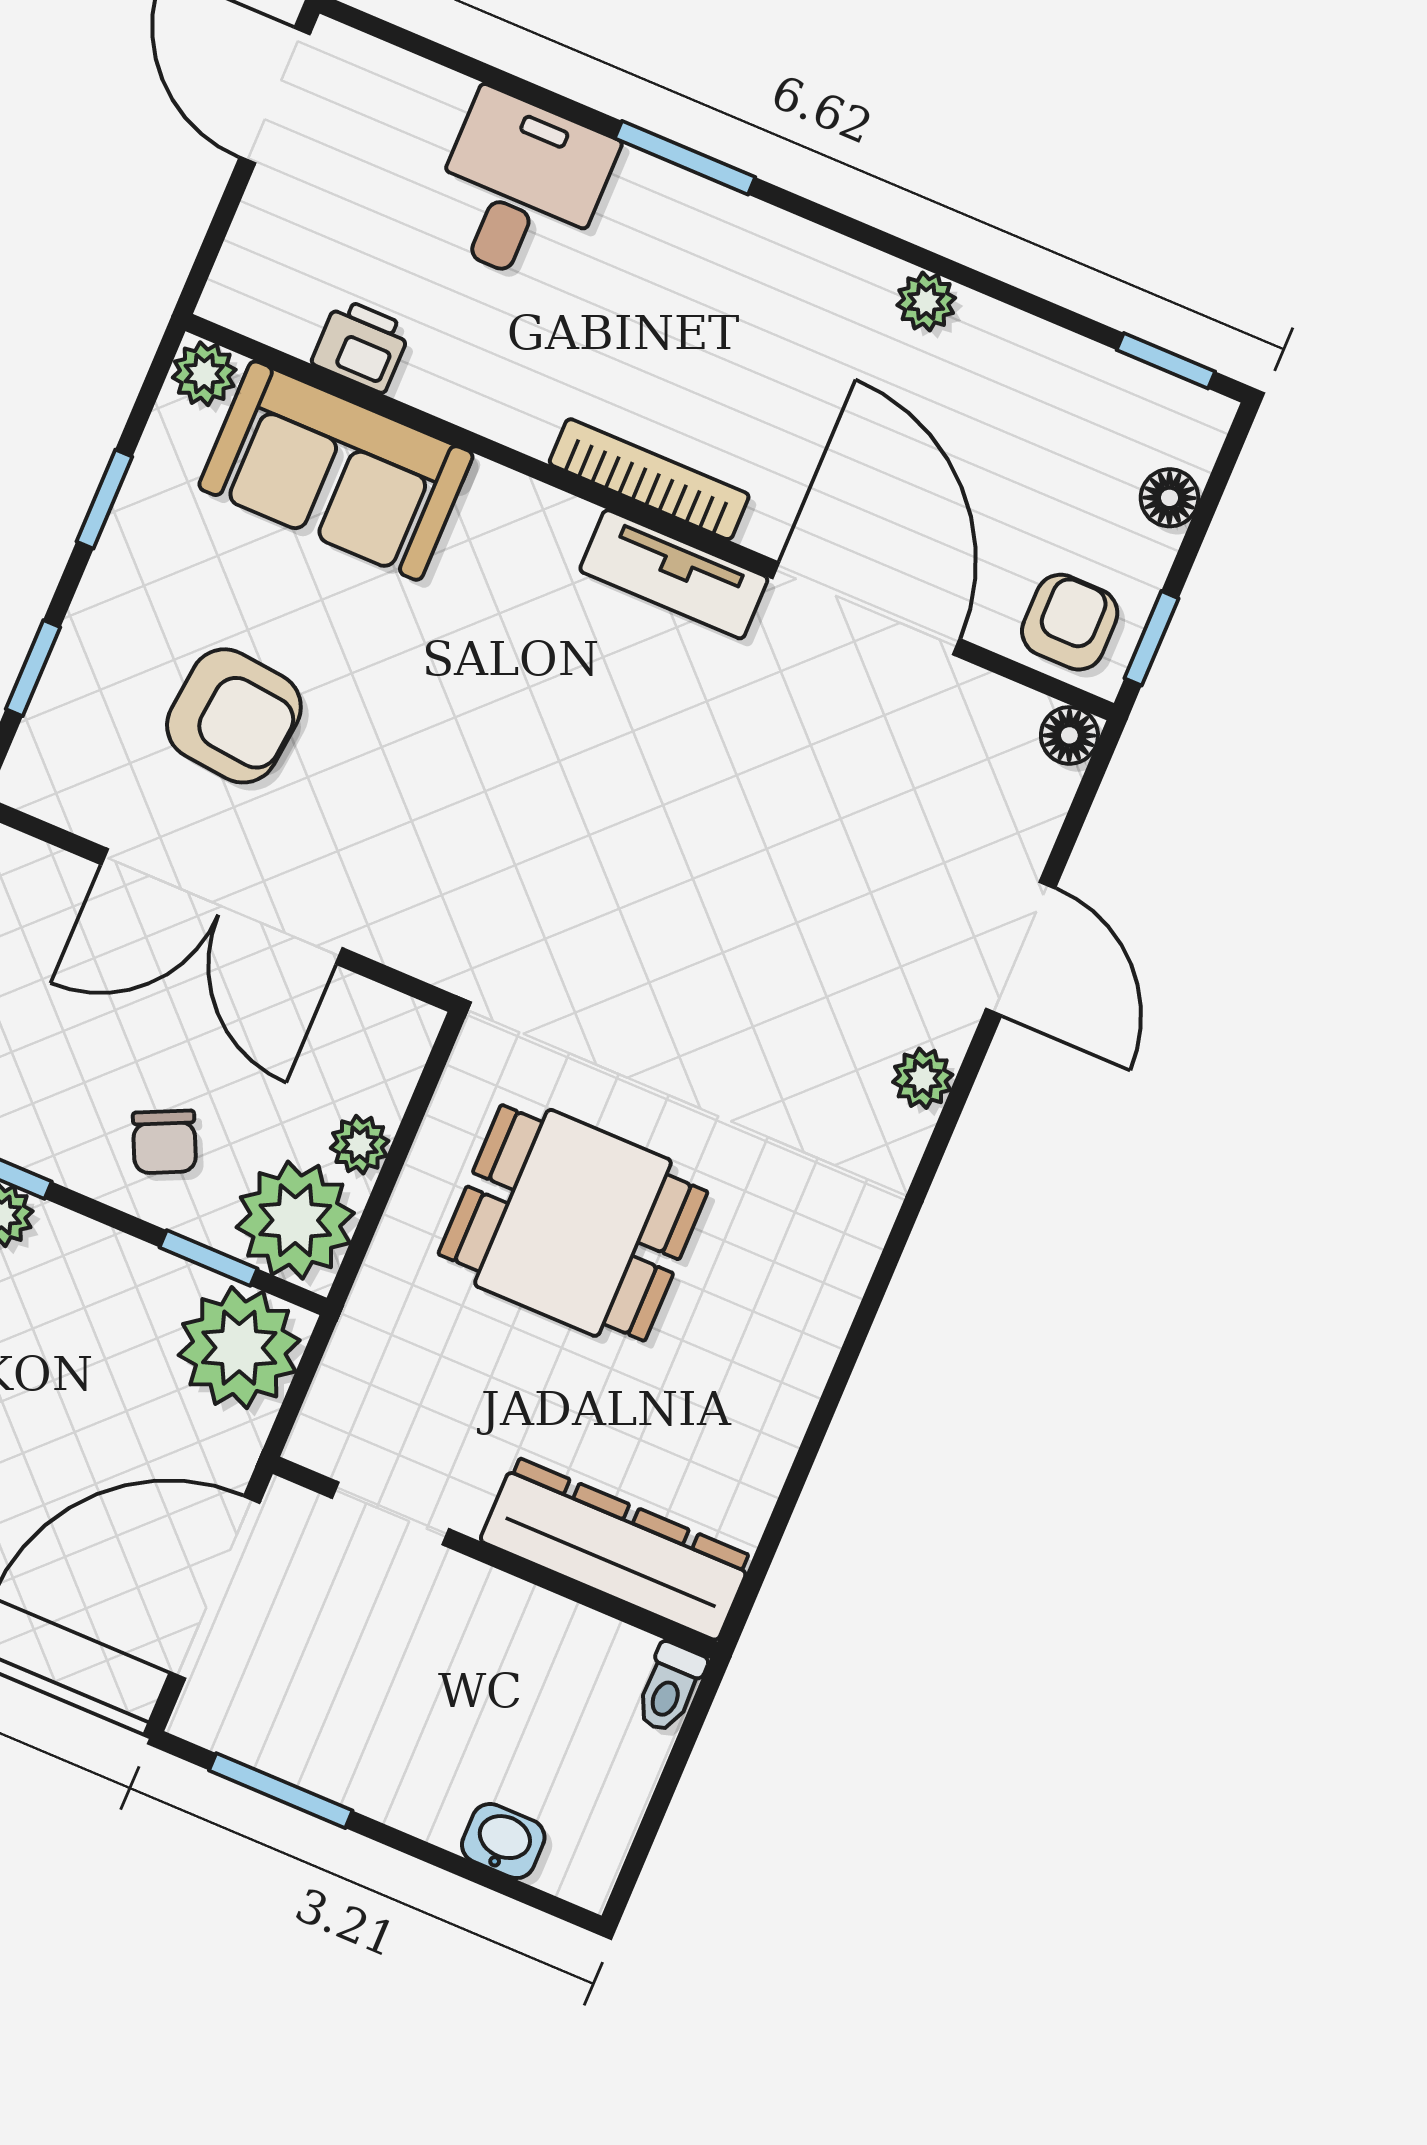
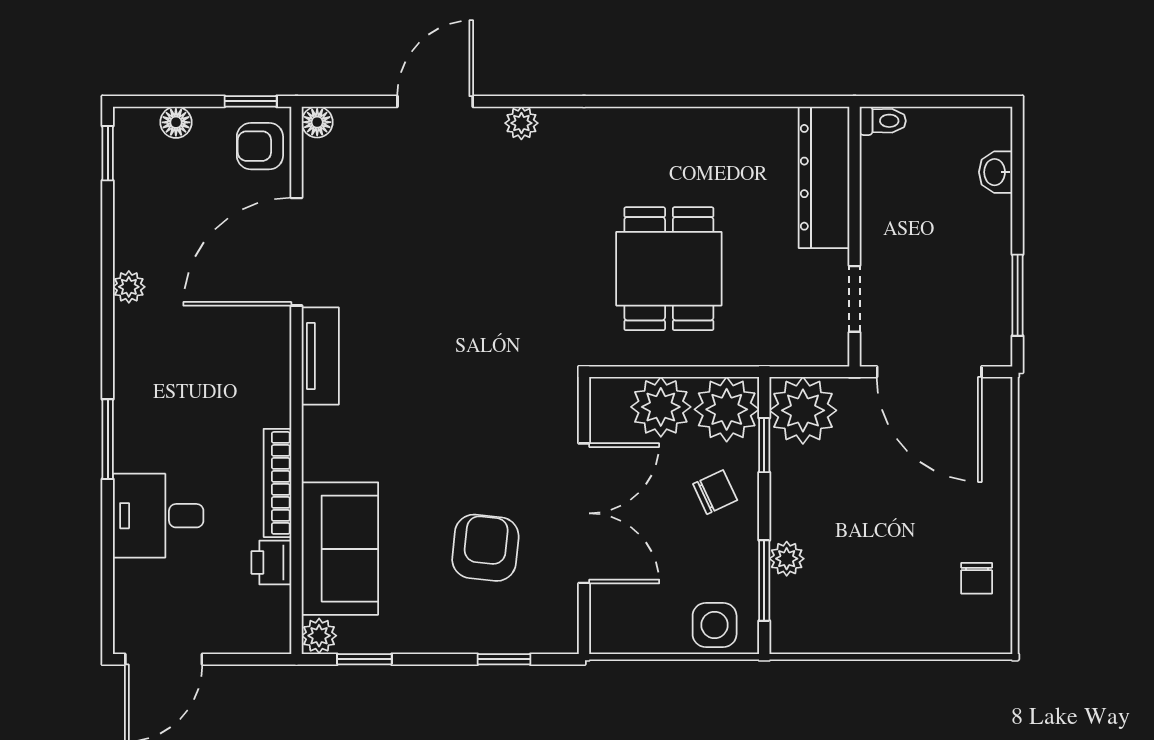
bookcase: (649, 479) -> (277, 483), moved
window: (104, 499) -> (364, 659), moved
plant: (360, 1145) -> (661, 407), width x1.87, depth x1.87

